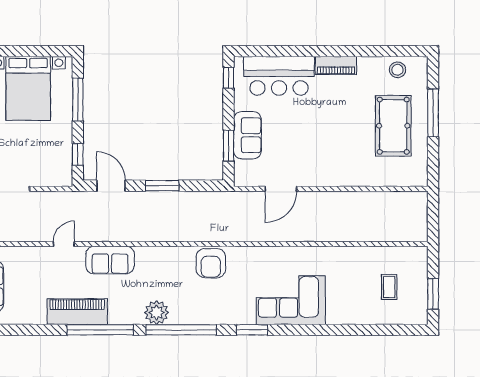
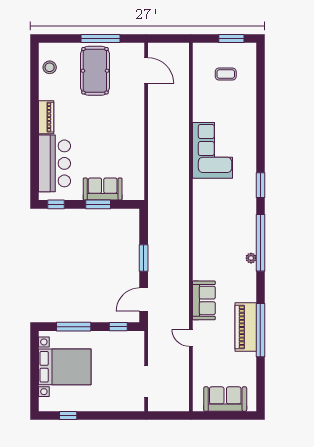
window: (433, 113) -> (100, 38), moved
pool table: (393, 126) -> (95, 71), turned 90
window: (228, 146) -> (98, 204), moved
door: (281, 189) -> (146, 70), moved
armchair: (211, 263) -> (206, 219), removed
corner sofa: (291, 300) -> (212, 150), moved, turned 180
plant: (157, 313) -> (251, 258), width x0.53, depth x0.53
window: (100, 330) -> (260, 330), moved

